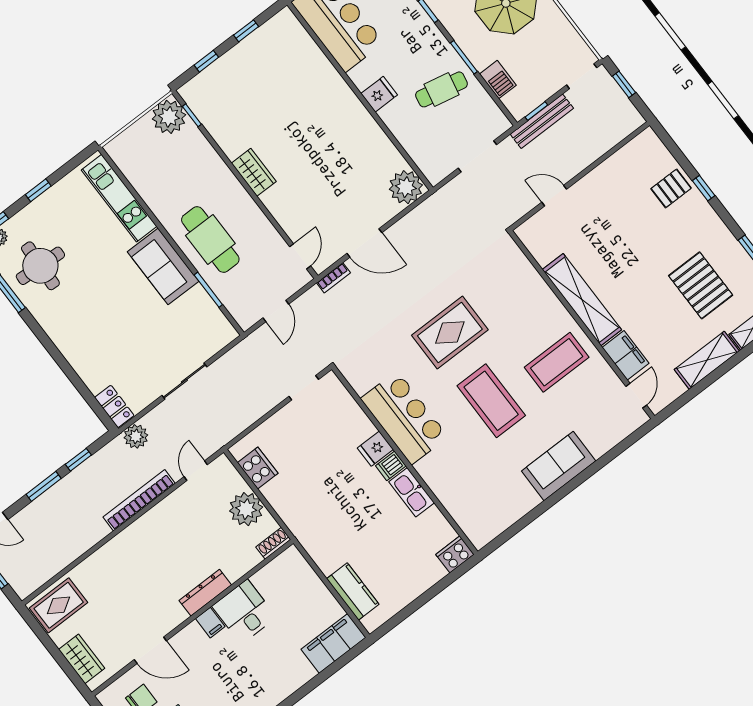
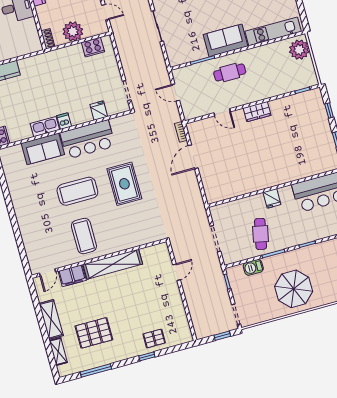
plant: (169, 117) -> (299, 50), moved
bench: (542, 121) -> (220, 282), removed
plant: (406, 187) -> (215, 192), removed
pallet: (671, 188) -> (154, 338), turned 90
cafe table: (210, 240) -> (230, 72), width x0.73, depth x0.74
door: (300, 256) -> (222, 112), moved
door: (636, 396) -> (48, 272), hinge flipped
fridge: (375, 449) -> (99, 111), moved
sofa: (559, 466) -> (43, 149), moved, turned 90

